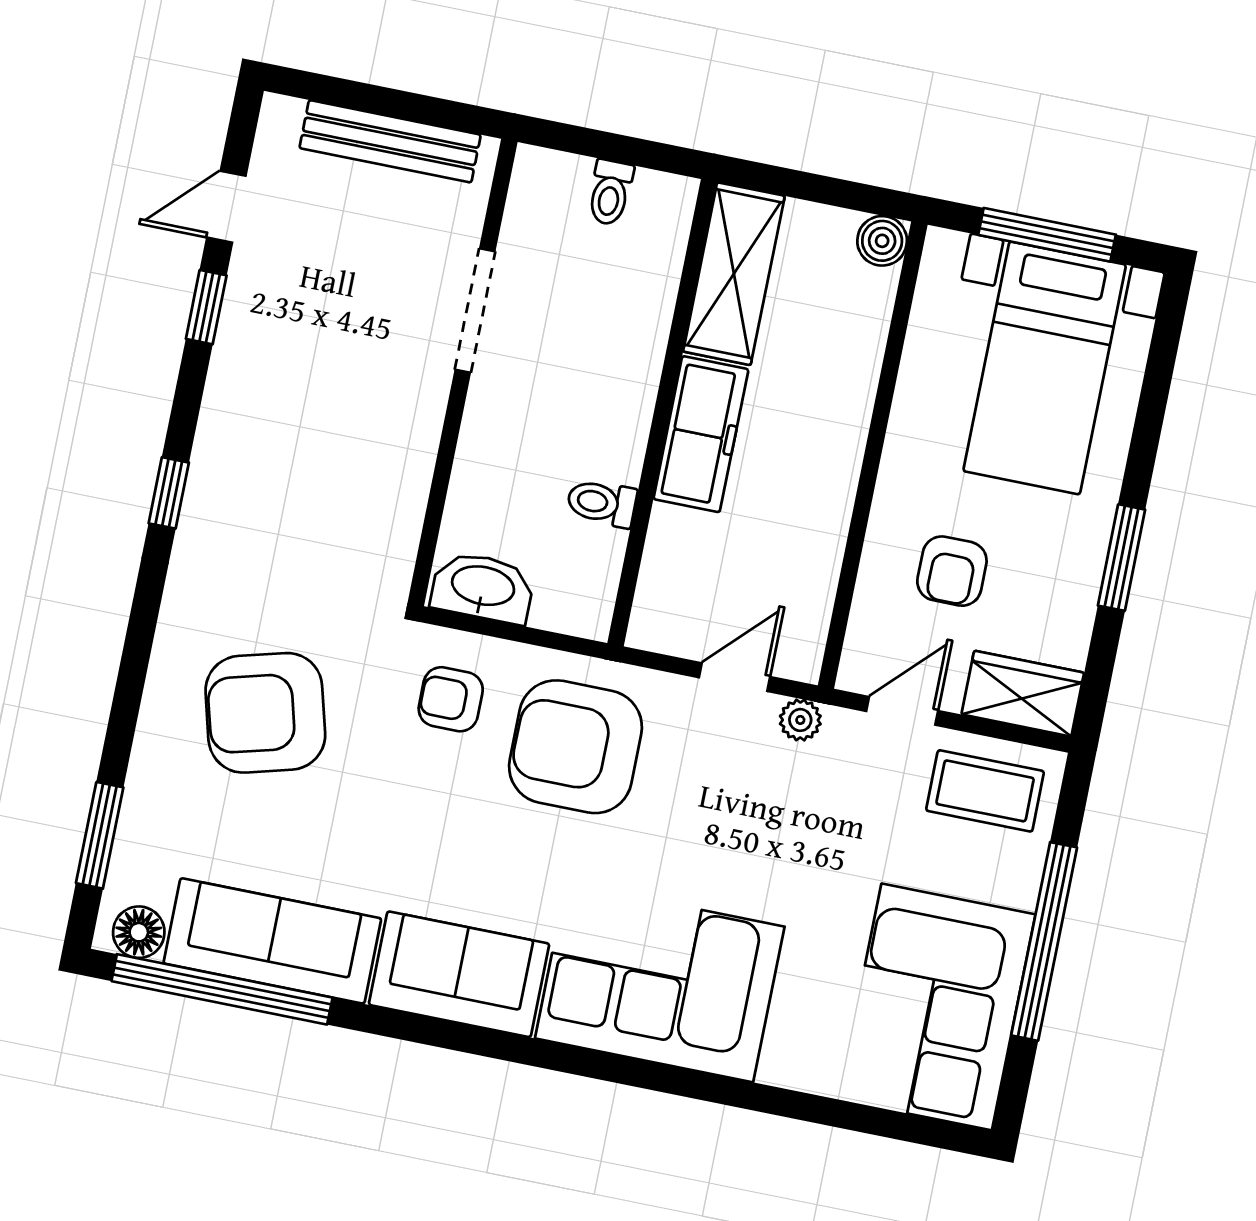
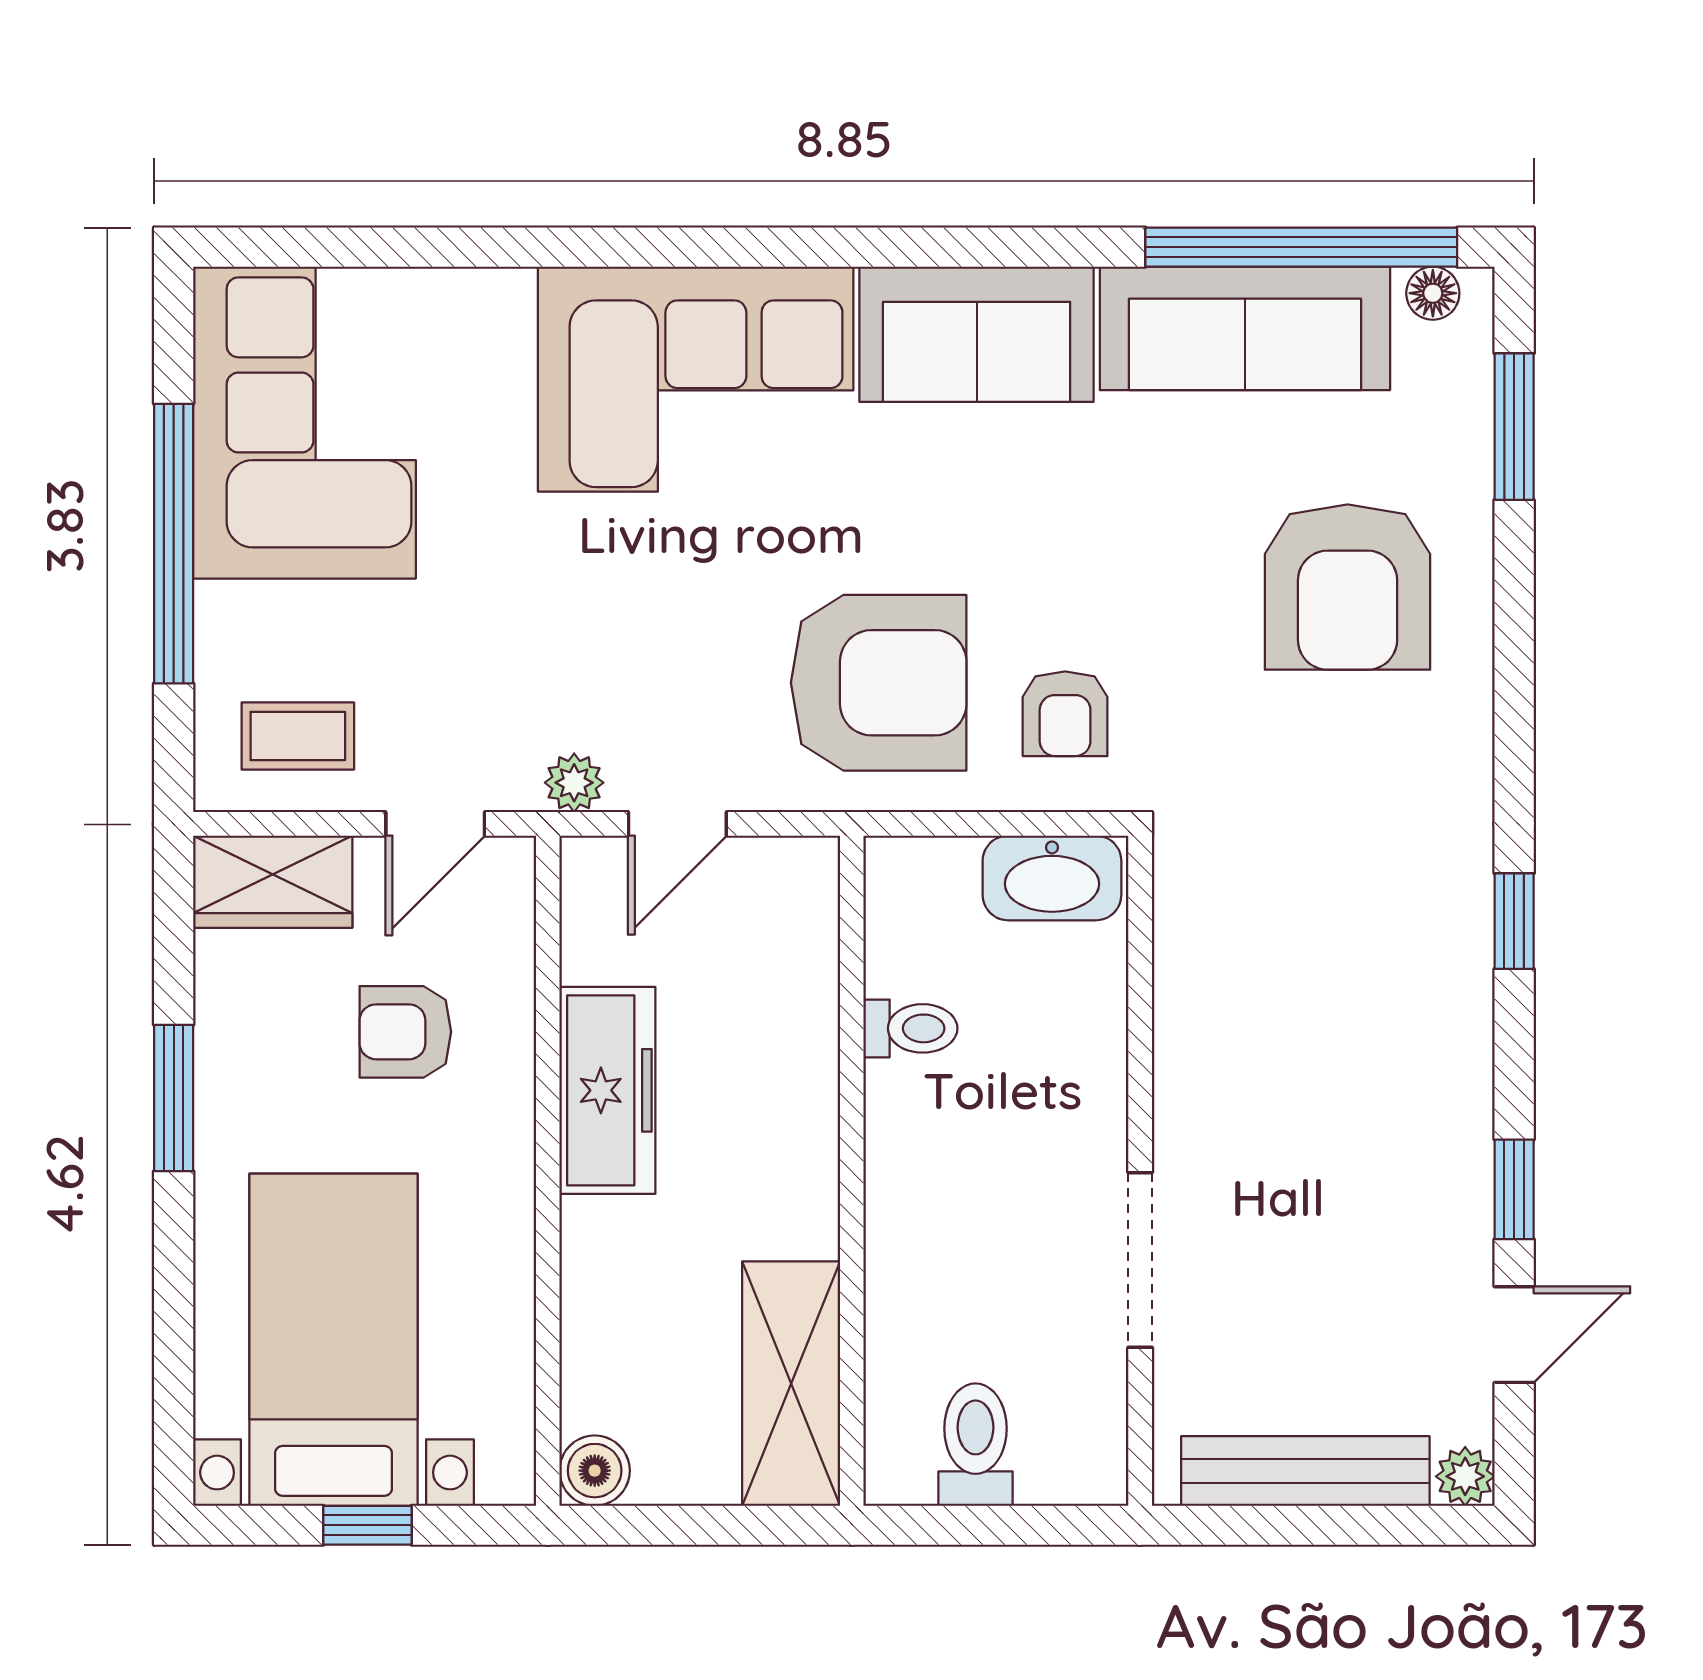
plant: (280, 115) -> (1465, 1476), added
toilet: (610, 193) -> (975, 1445), width x1.37, depth x1.39
window: (1047, 235) -> (367, 1525), width x0.46
freezer: (701, 434) -> (607, 1090), moved, turned 180
armchair: (952, 571) -> (405, 1032), turned -90
armchair: (451, 699) -> (1065, 714), turned 90
armchair: (265, 713) -> (1348, 587), moved, turned 105
coffee table: (985, 791) -> (298, 736), width x0.73, depth x0.77
floor lamp: (139, 932) -> (1433, 293), width x0.73, depth x0.73

